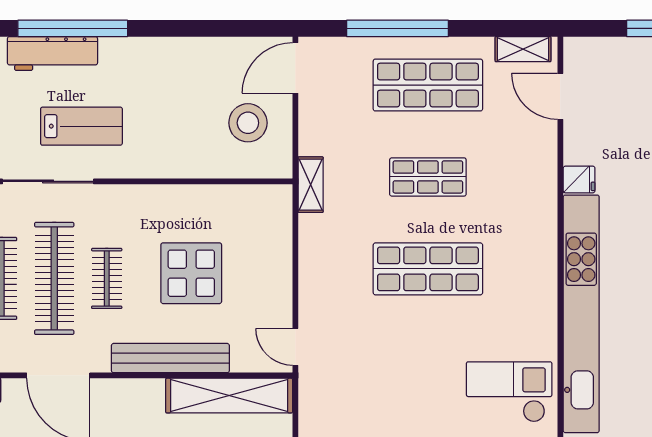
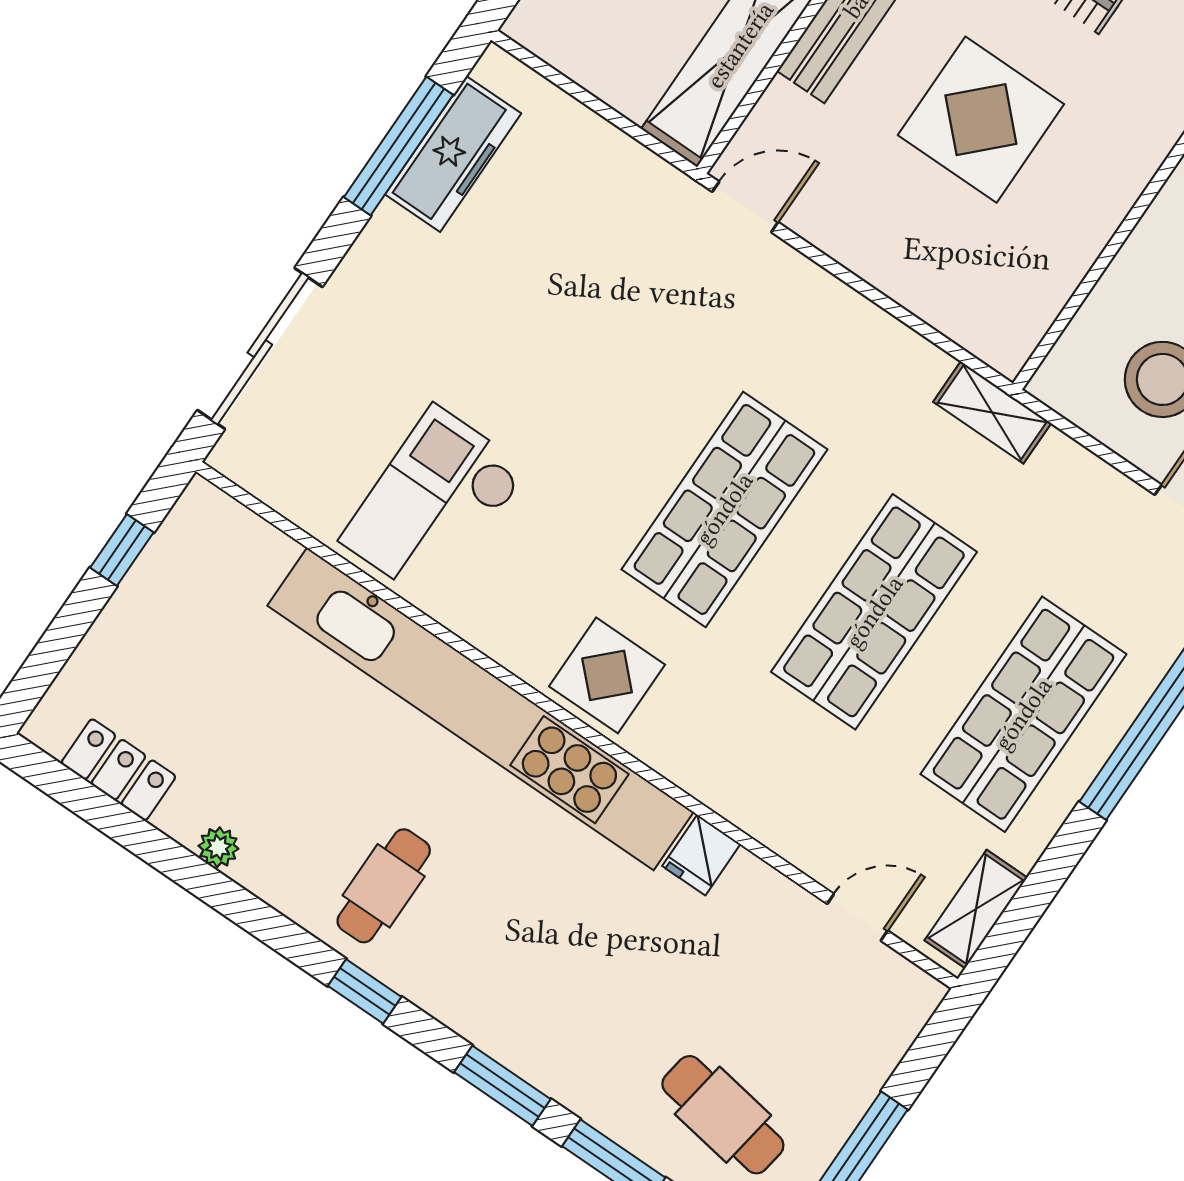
door: (560, 96) -> (857, 917), width x0.73
shop shelf: (428, 177) -> (874, 612), width x1.43, depth x1.36
display table: (531, 270) -> (607, 675), added
checkout: (509, 392) -> (434, 505), turned 180

